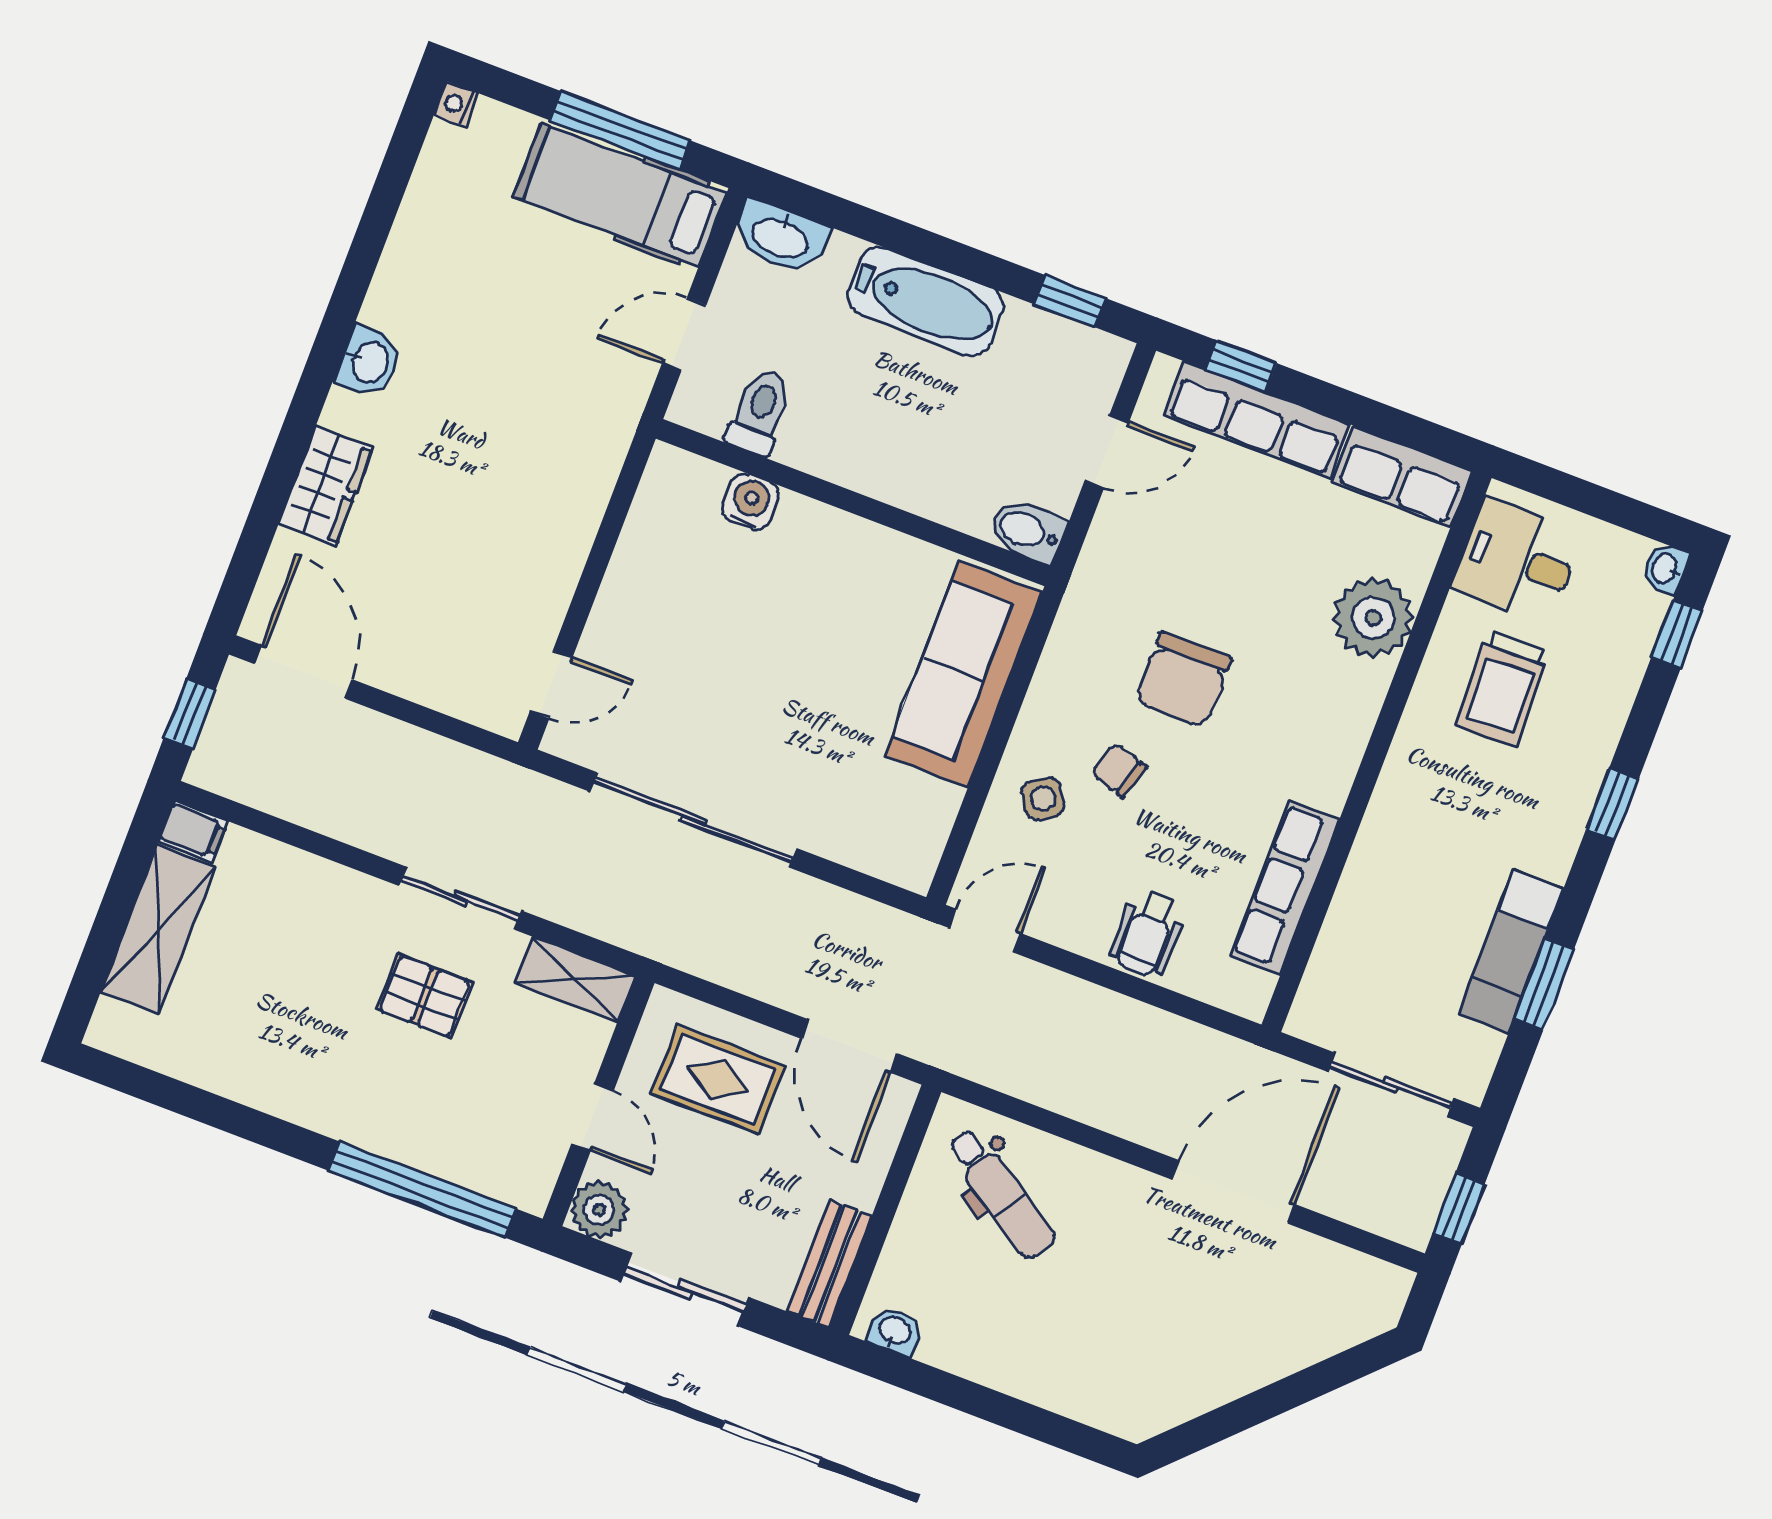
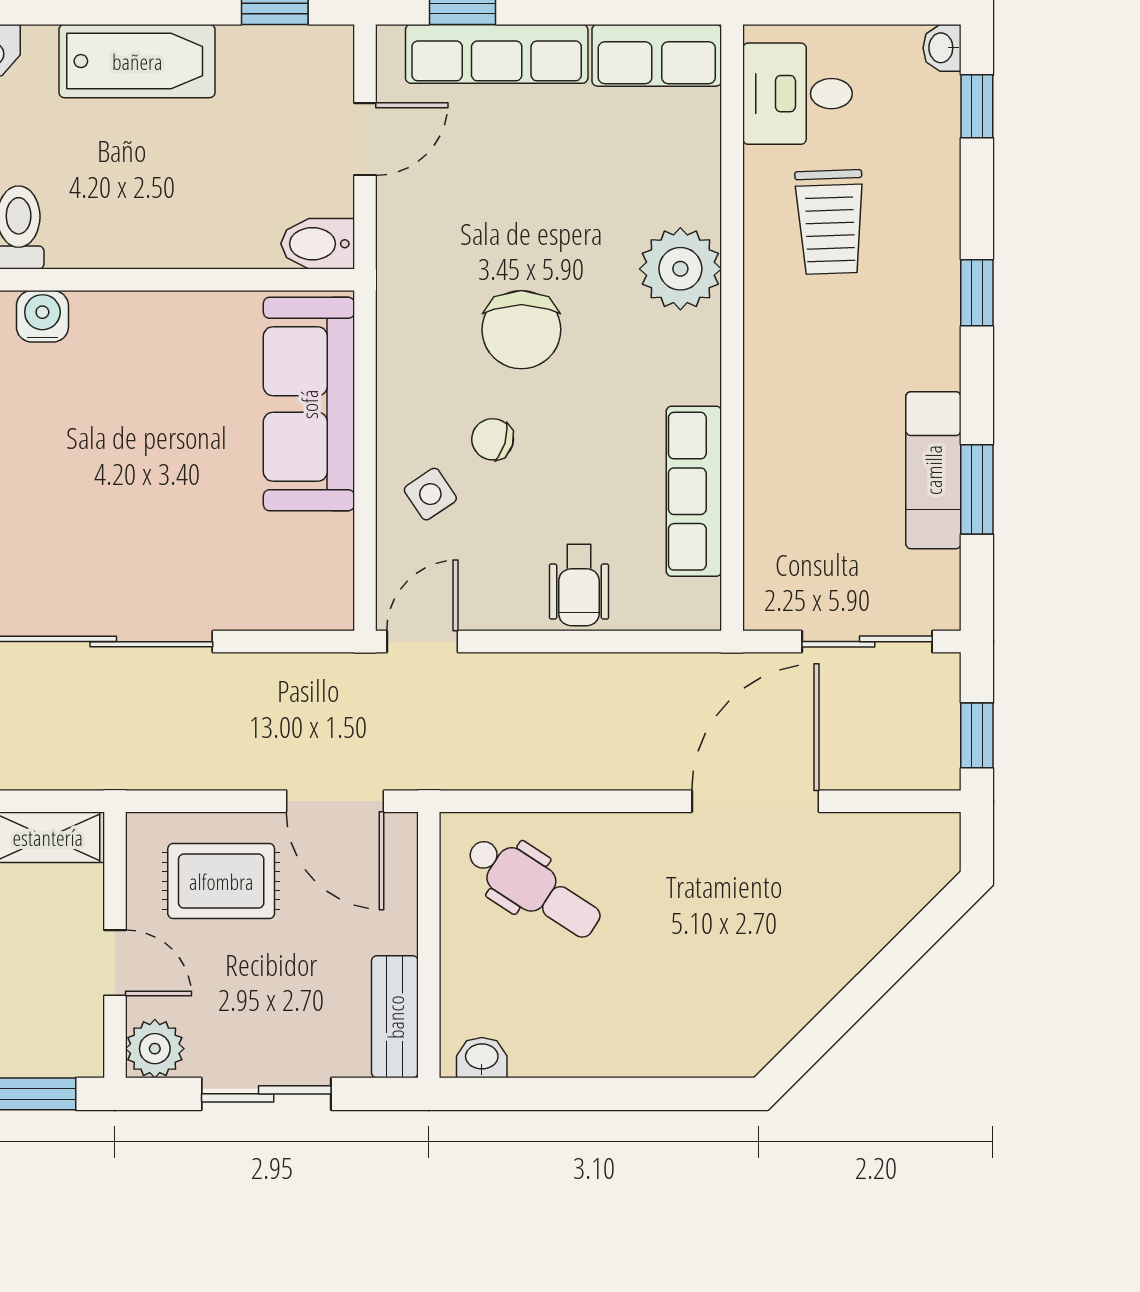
plant: (1373, 618) -> (680, 269), moved

